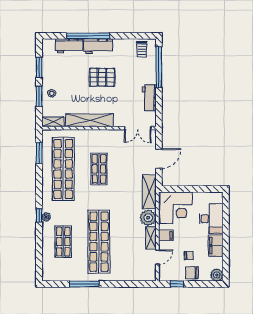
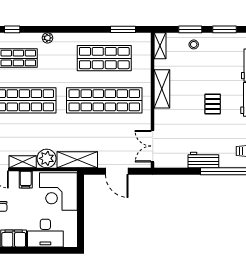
pallet: (102, 77) -> (213, 104), width x0.67, depth x0.71
workbench: (149, 98) -> (203, 160), moved
shelving: (89, 120) -> (162, 89), width x0.68
shop shelf: (63, 169) -> (104, 58), width x0.71
shop shelf: (99, 169) -> (104, 100), width x2.00, depth x1.36
window: (39, 215) -> (12, 29), moved

